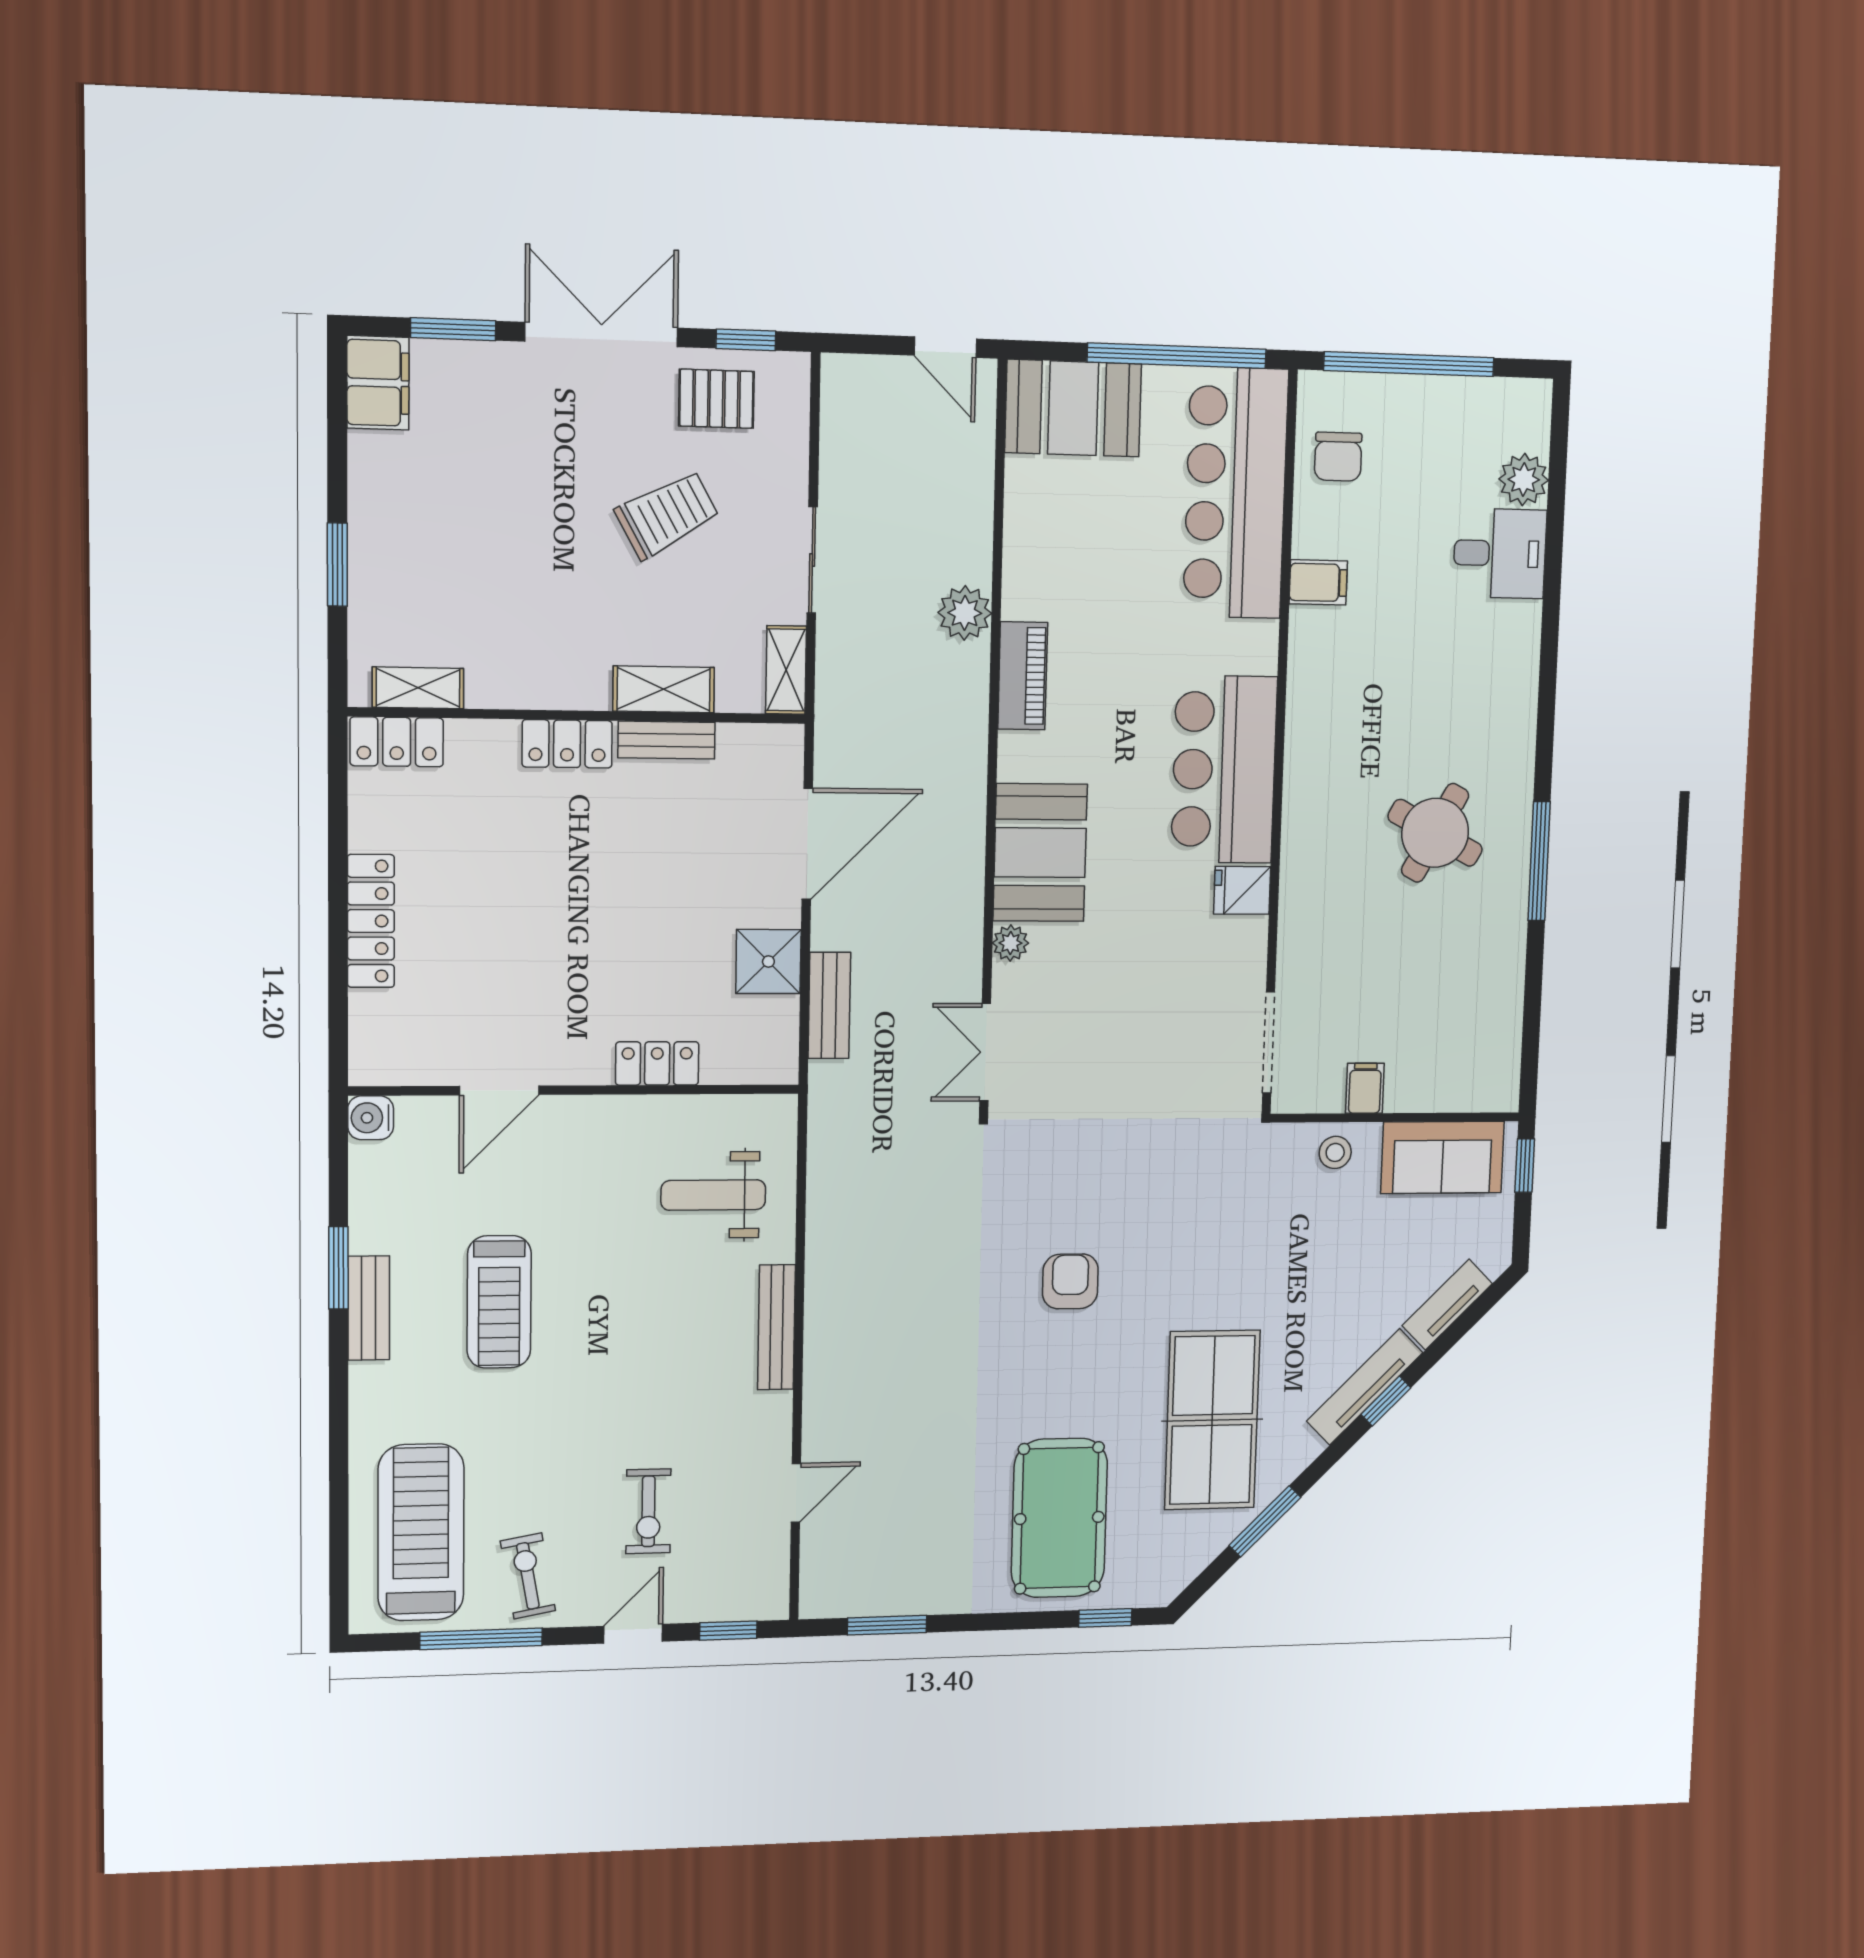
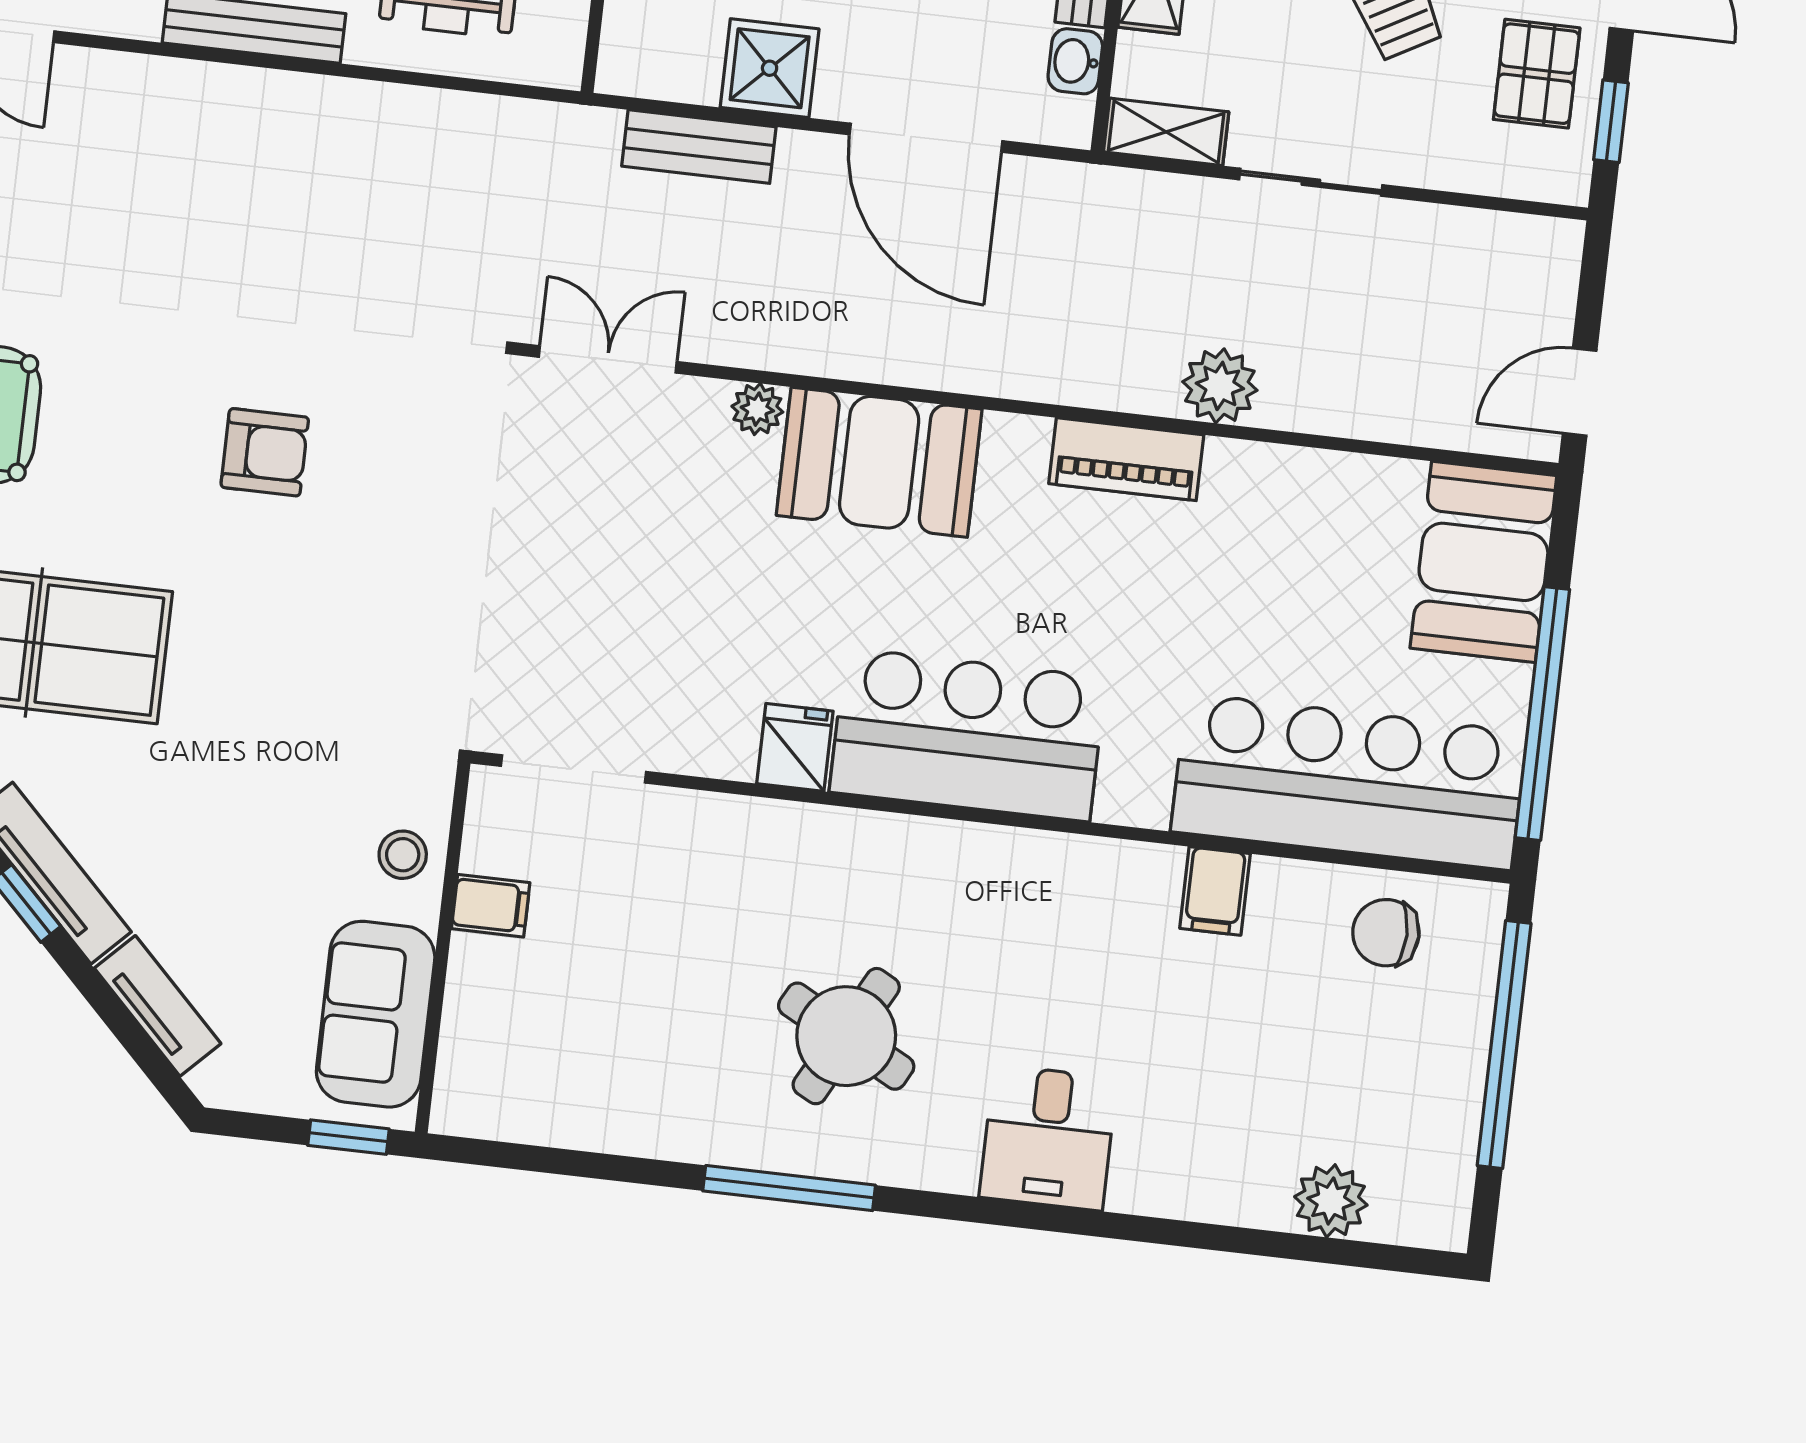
desk: (1500, 553) -> (1048, 1138), moved
washbasin: (741, 741) -> (1075, 61), added

